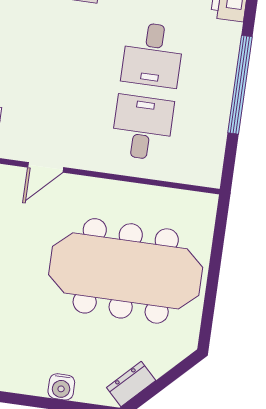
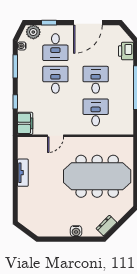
desk: (63, 42) -> (55, 80), added
desk: (153, 55) -> (96, 80), turned 180

